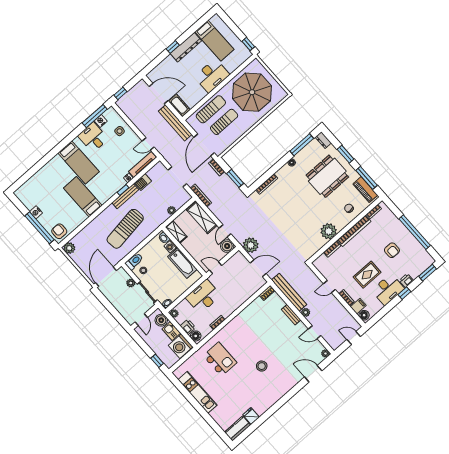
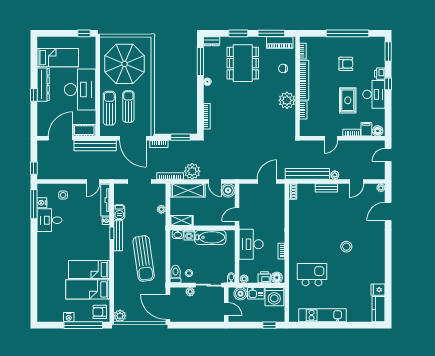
desk: (212, 76) -> (80, 90), width x1.36, depth x1.30
bed: (78, 162) -> (88, 289), moved, turned 180
plant: (251, 245) -> (192, 171), moved

